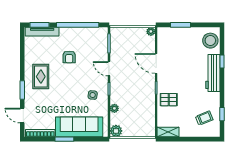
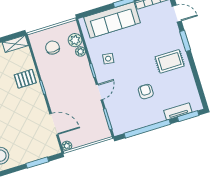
tv unit: (42, 32) -> (178, 111), width x0.71
door: (156, 63) -> (54, 124), moved
door: (109, 69) -> (99, 92), hinge flipped
rug: (41, 77) -> (170, 61), turned 90
chair: (137, 119) -> (53, 48), added
plant: (116, 131) -> (75, 40), moved

